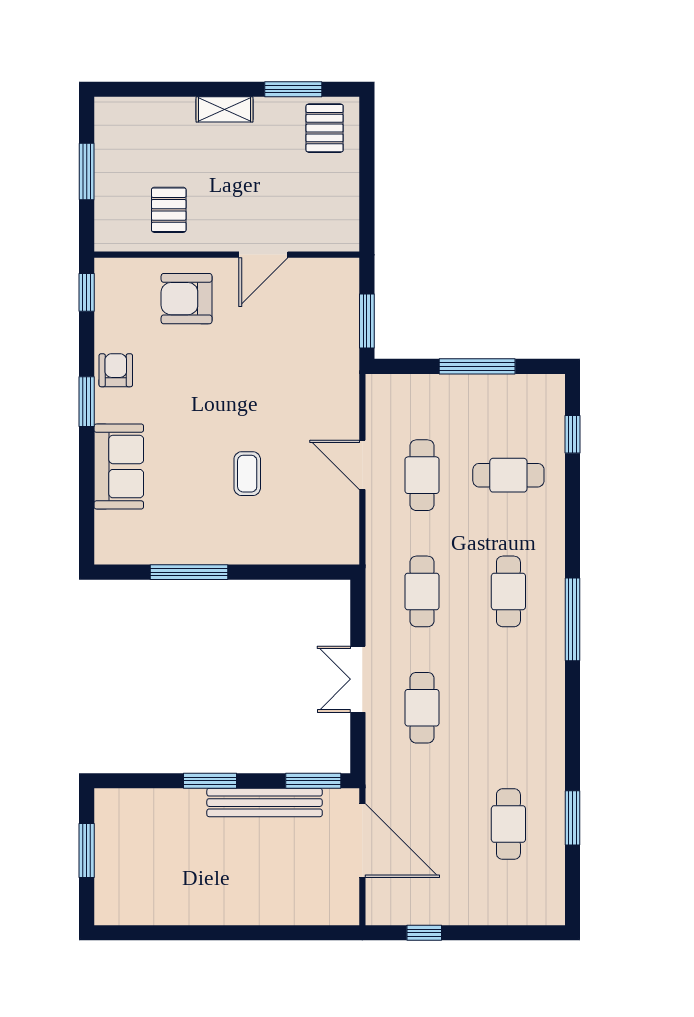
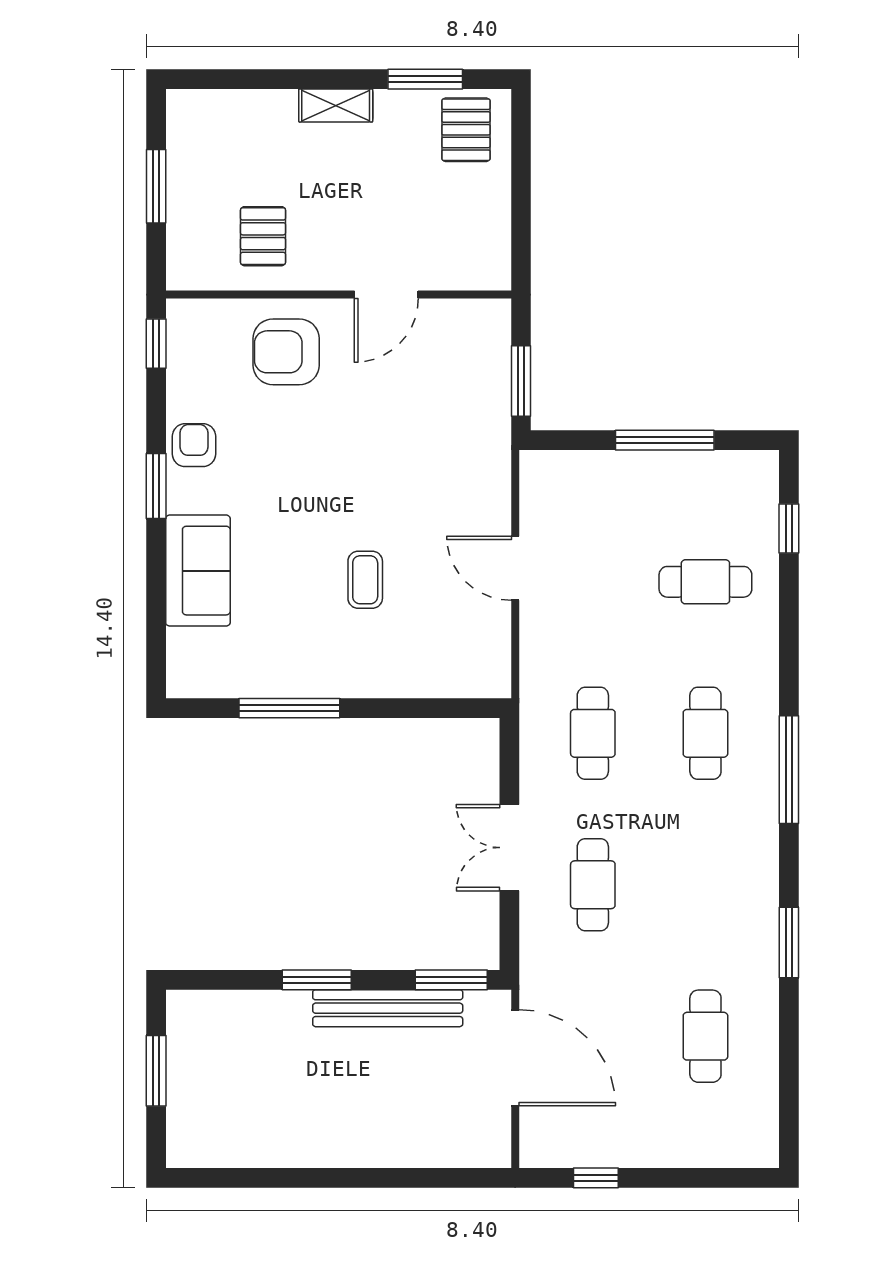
cafe table: (422, 475) -> (593, 582), removed
window: (573, 818) -> (789, 943), moved

